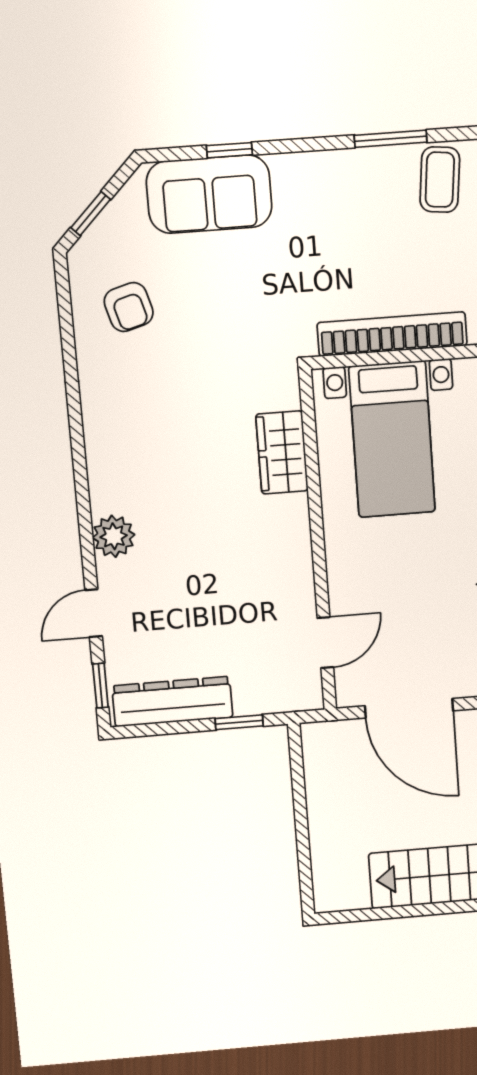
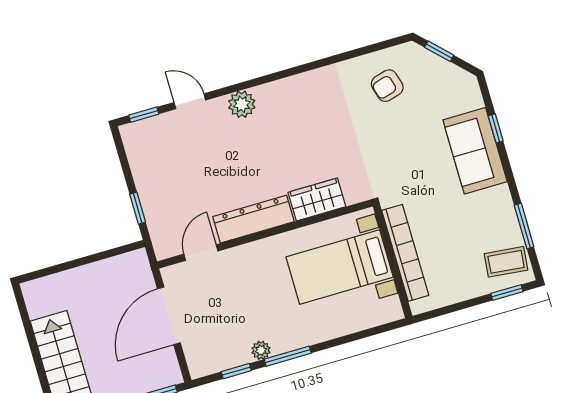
sofa: (209, 194) -> (475, 151), moved
door: (325, 643) -> (201, 253), swing flipped
dresser: (172, 702) -> (253, 219), moved, turned -90

